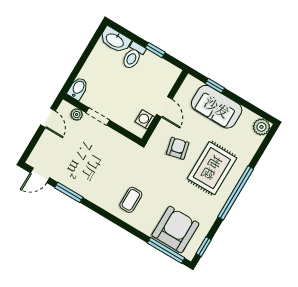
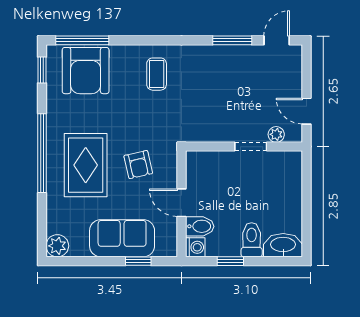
bidet: (78, 88) -> (200, 226), moved, turned -90
washing machine: (145, 119) -> (195, 247), moved

